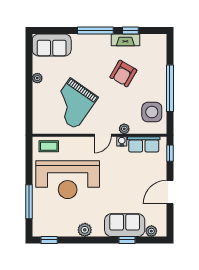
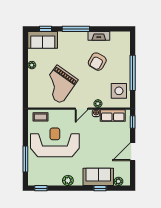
window: (130, 30) -> (46, 29), moved
reception desk: (68, 180) -> (55, 142), turned 180

